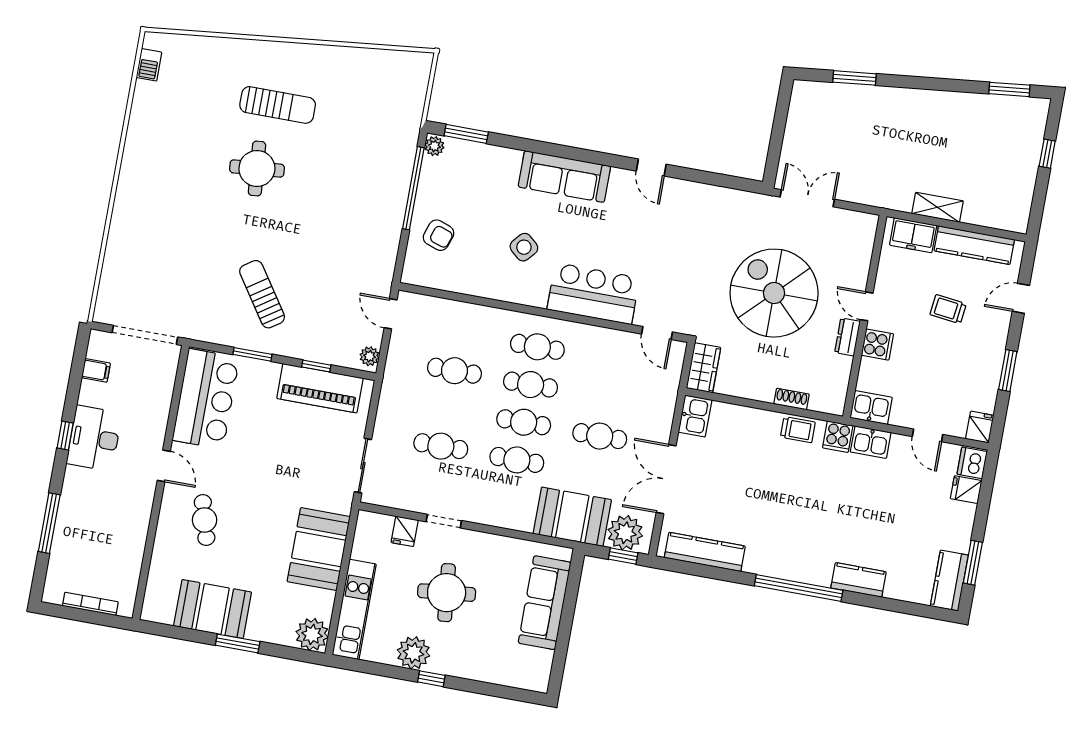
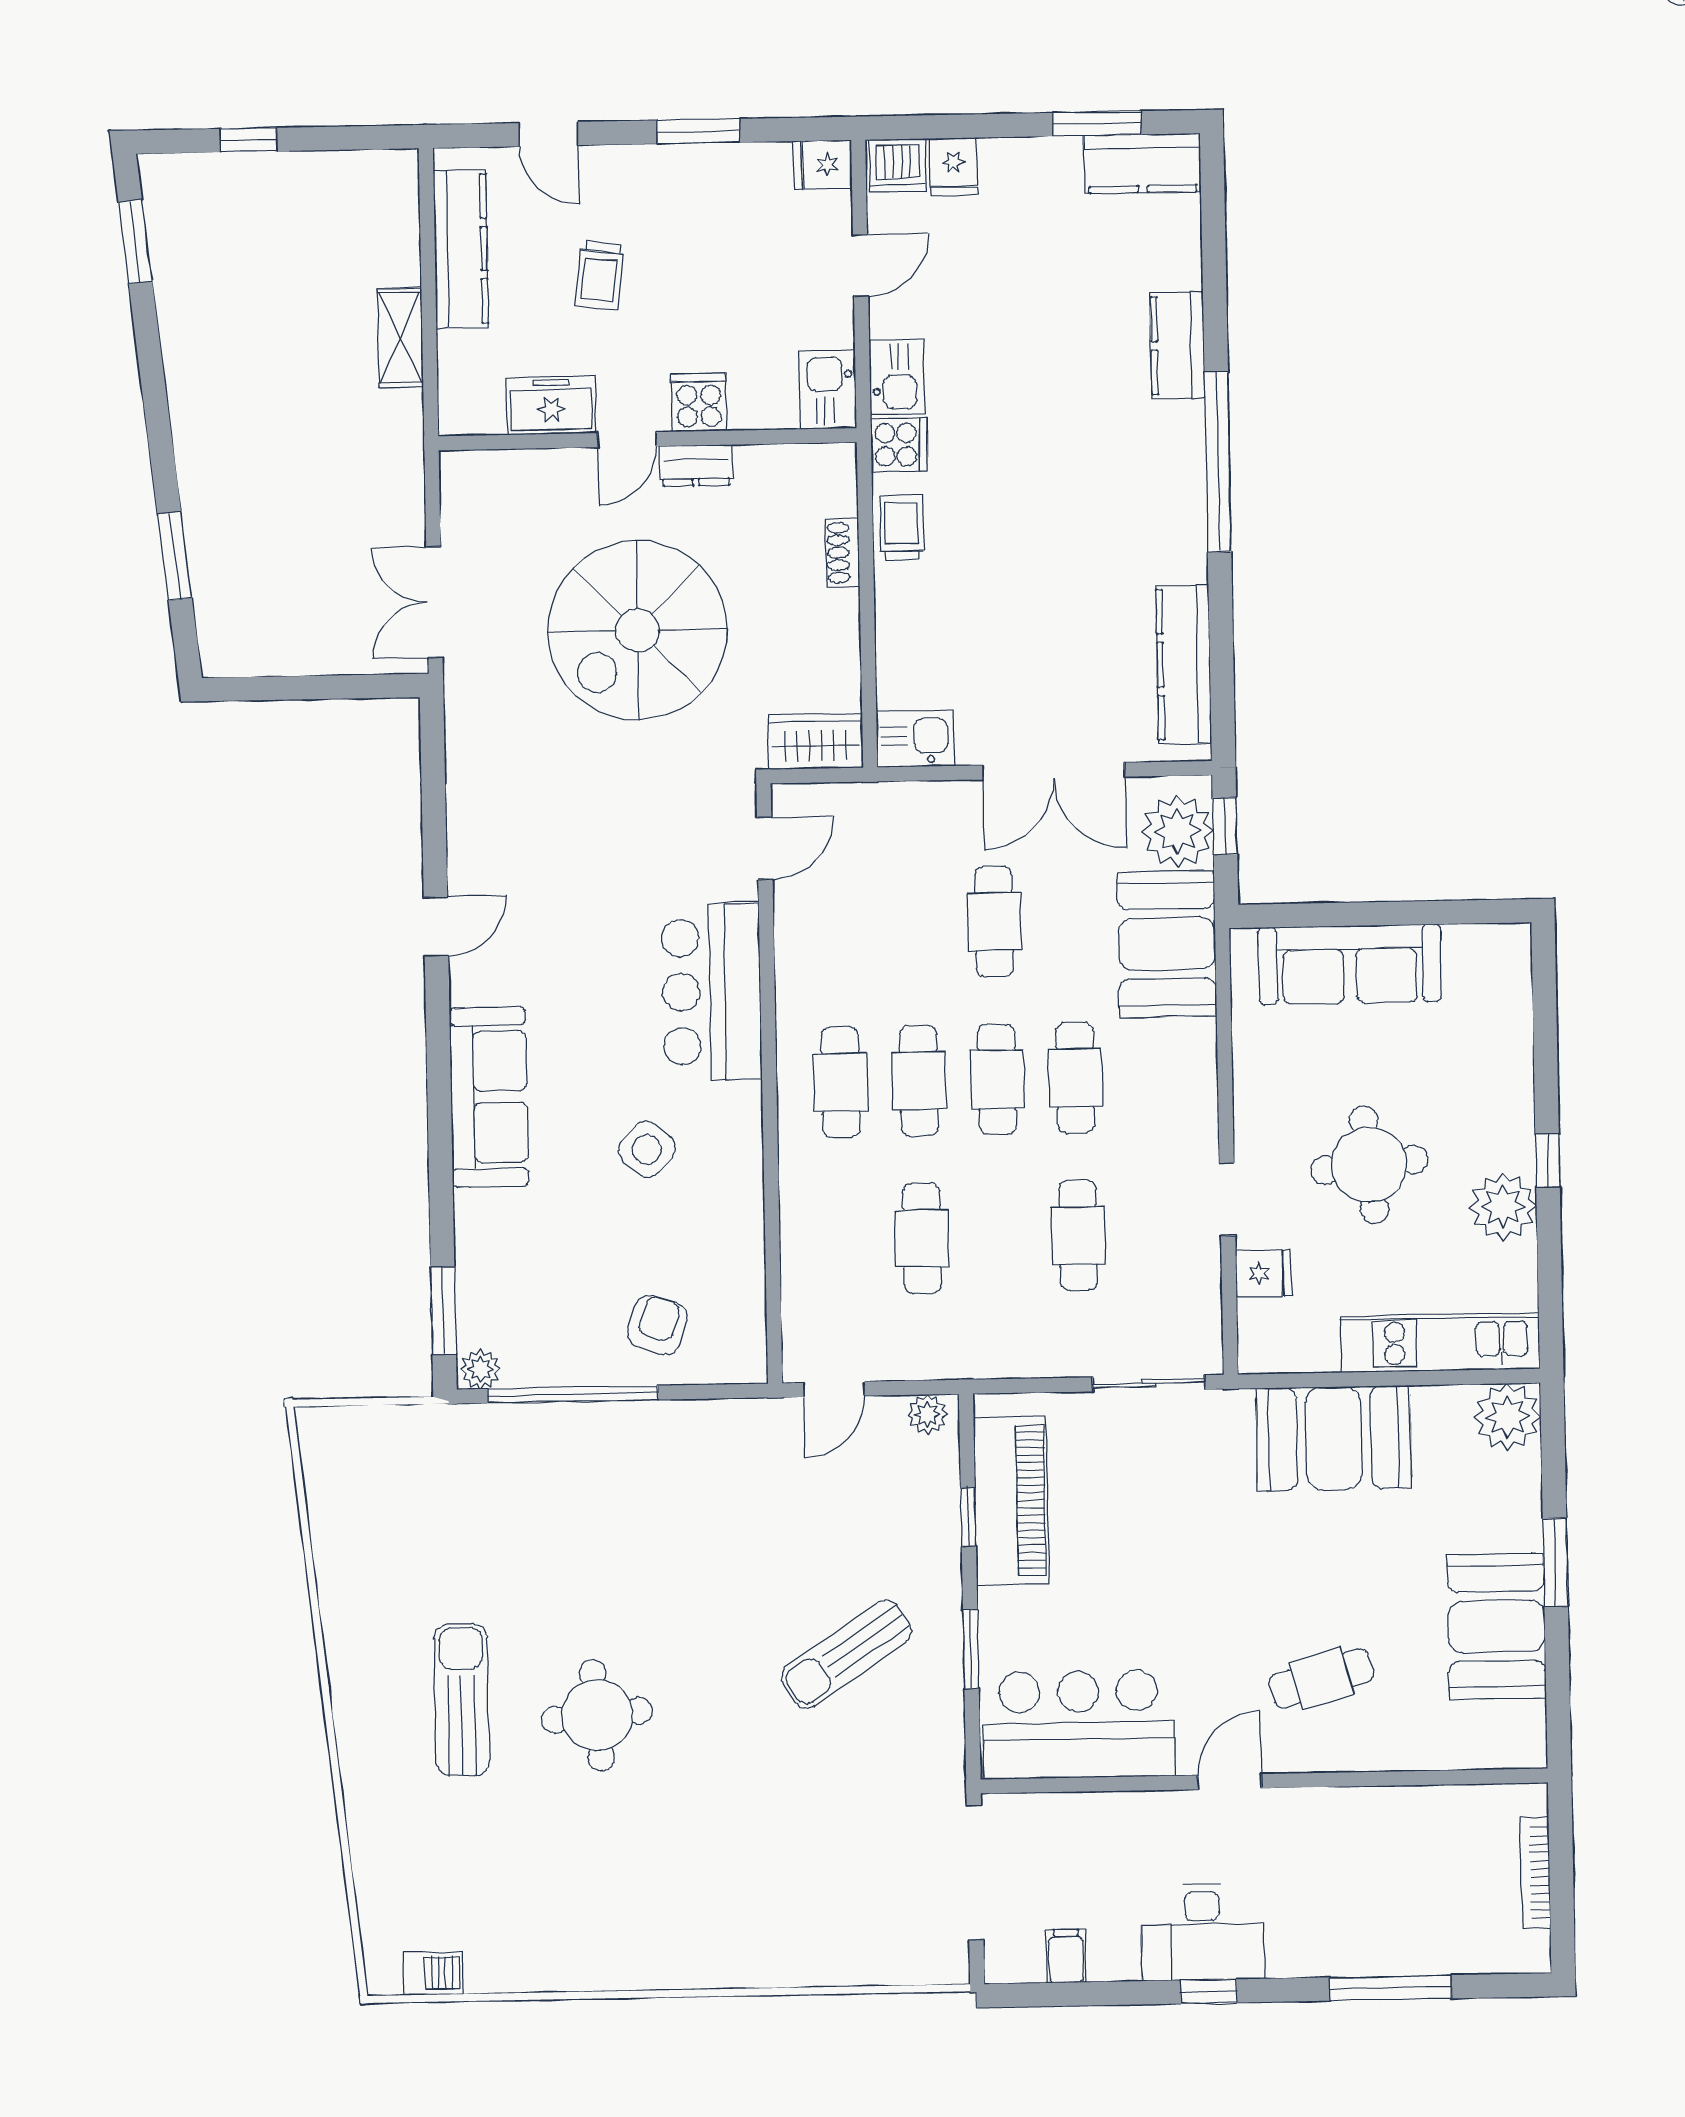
freezer: (913, 235) -> (551, 406), moved, turned -90

